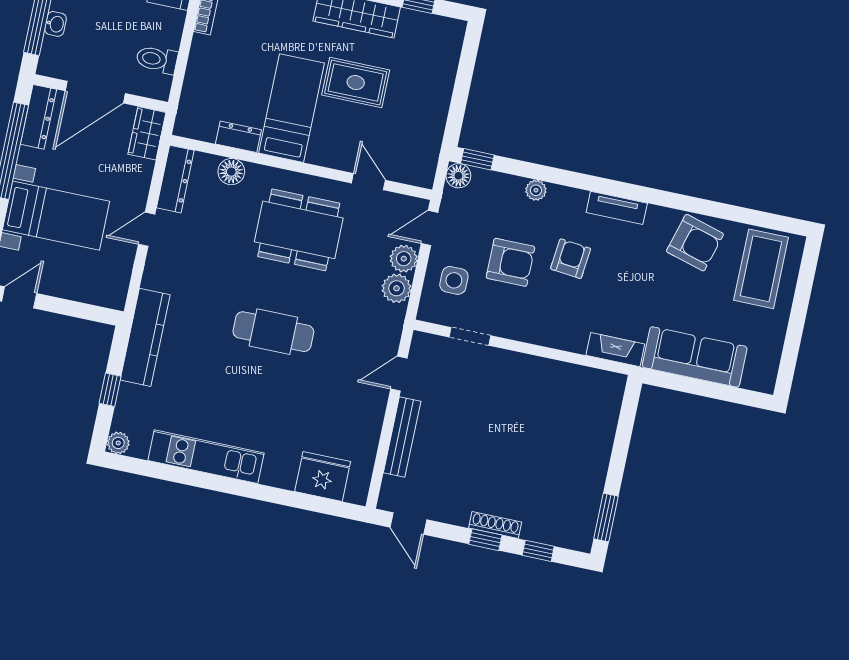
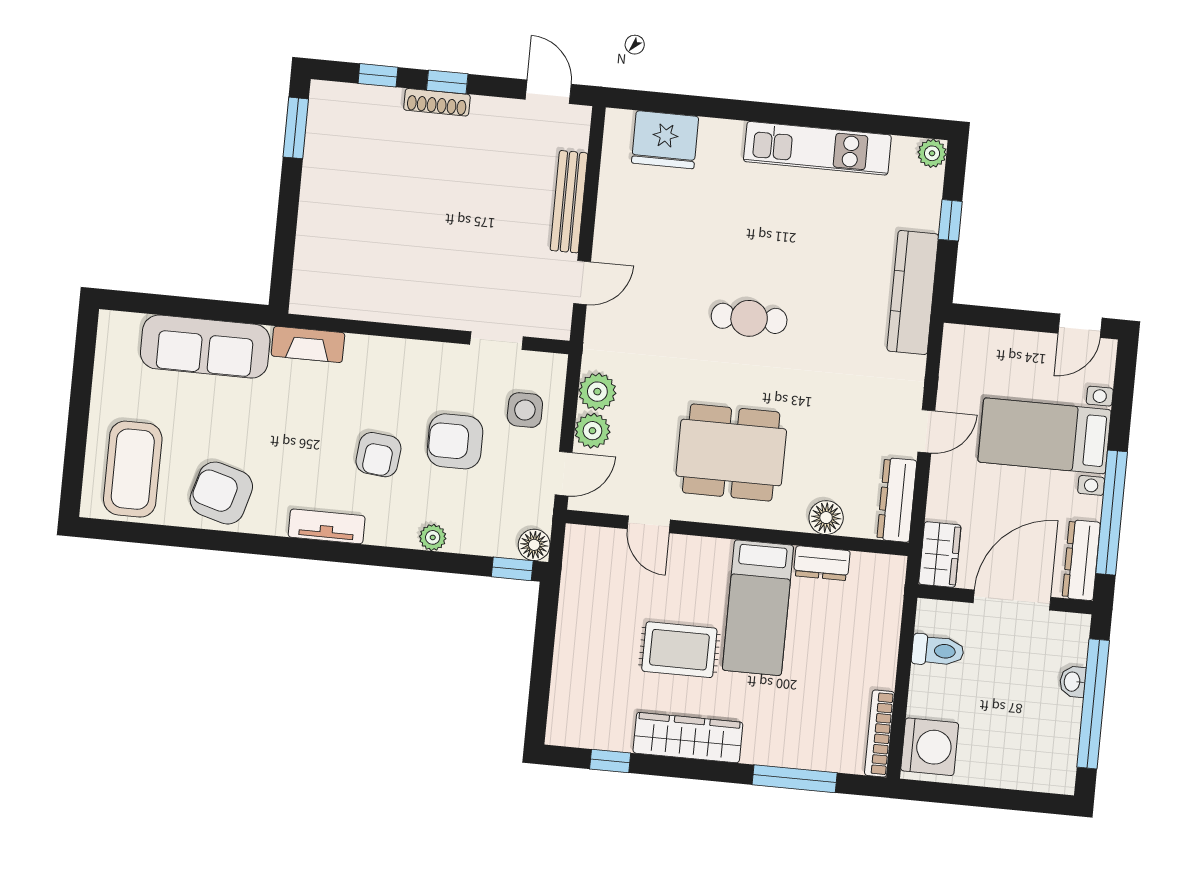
cafe table: (273, 332) -> (749, 318), width x0.73, depth x0.74

